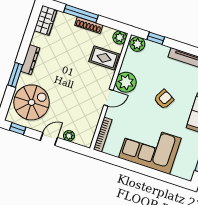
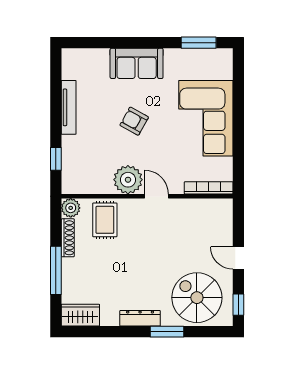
shoe rack: (89, 25) -> (68, 238), moved
plant: (137, 44) -> (72, 181), removed
plant: (69, 136) -> (225, 233), removed

